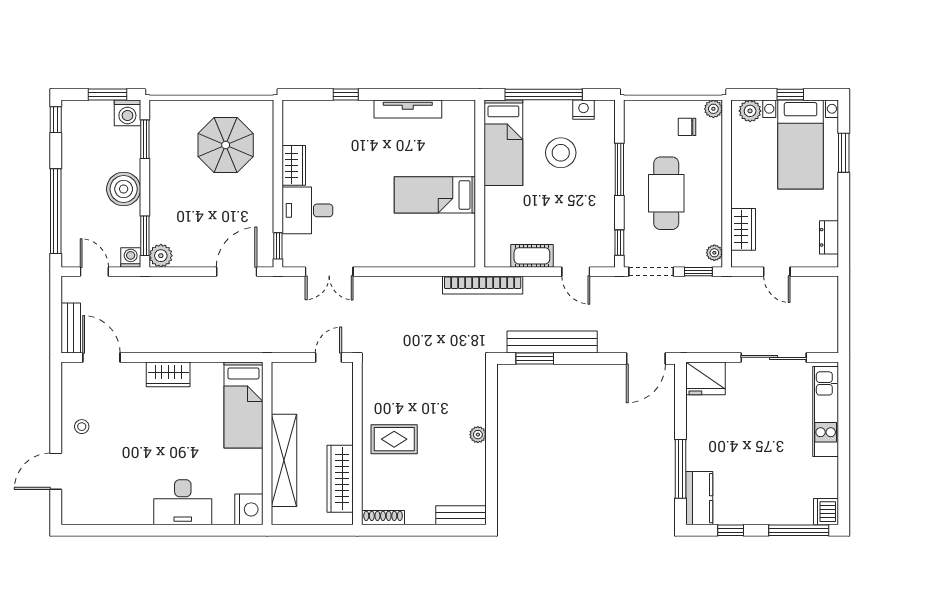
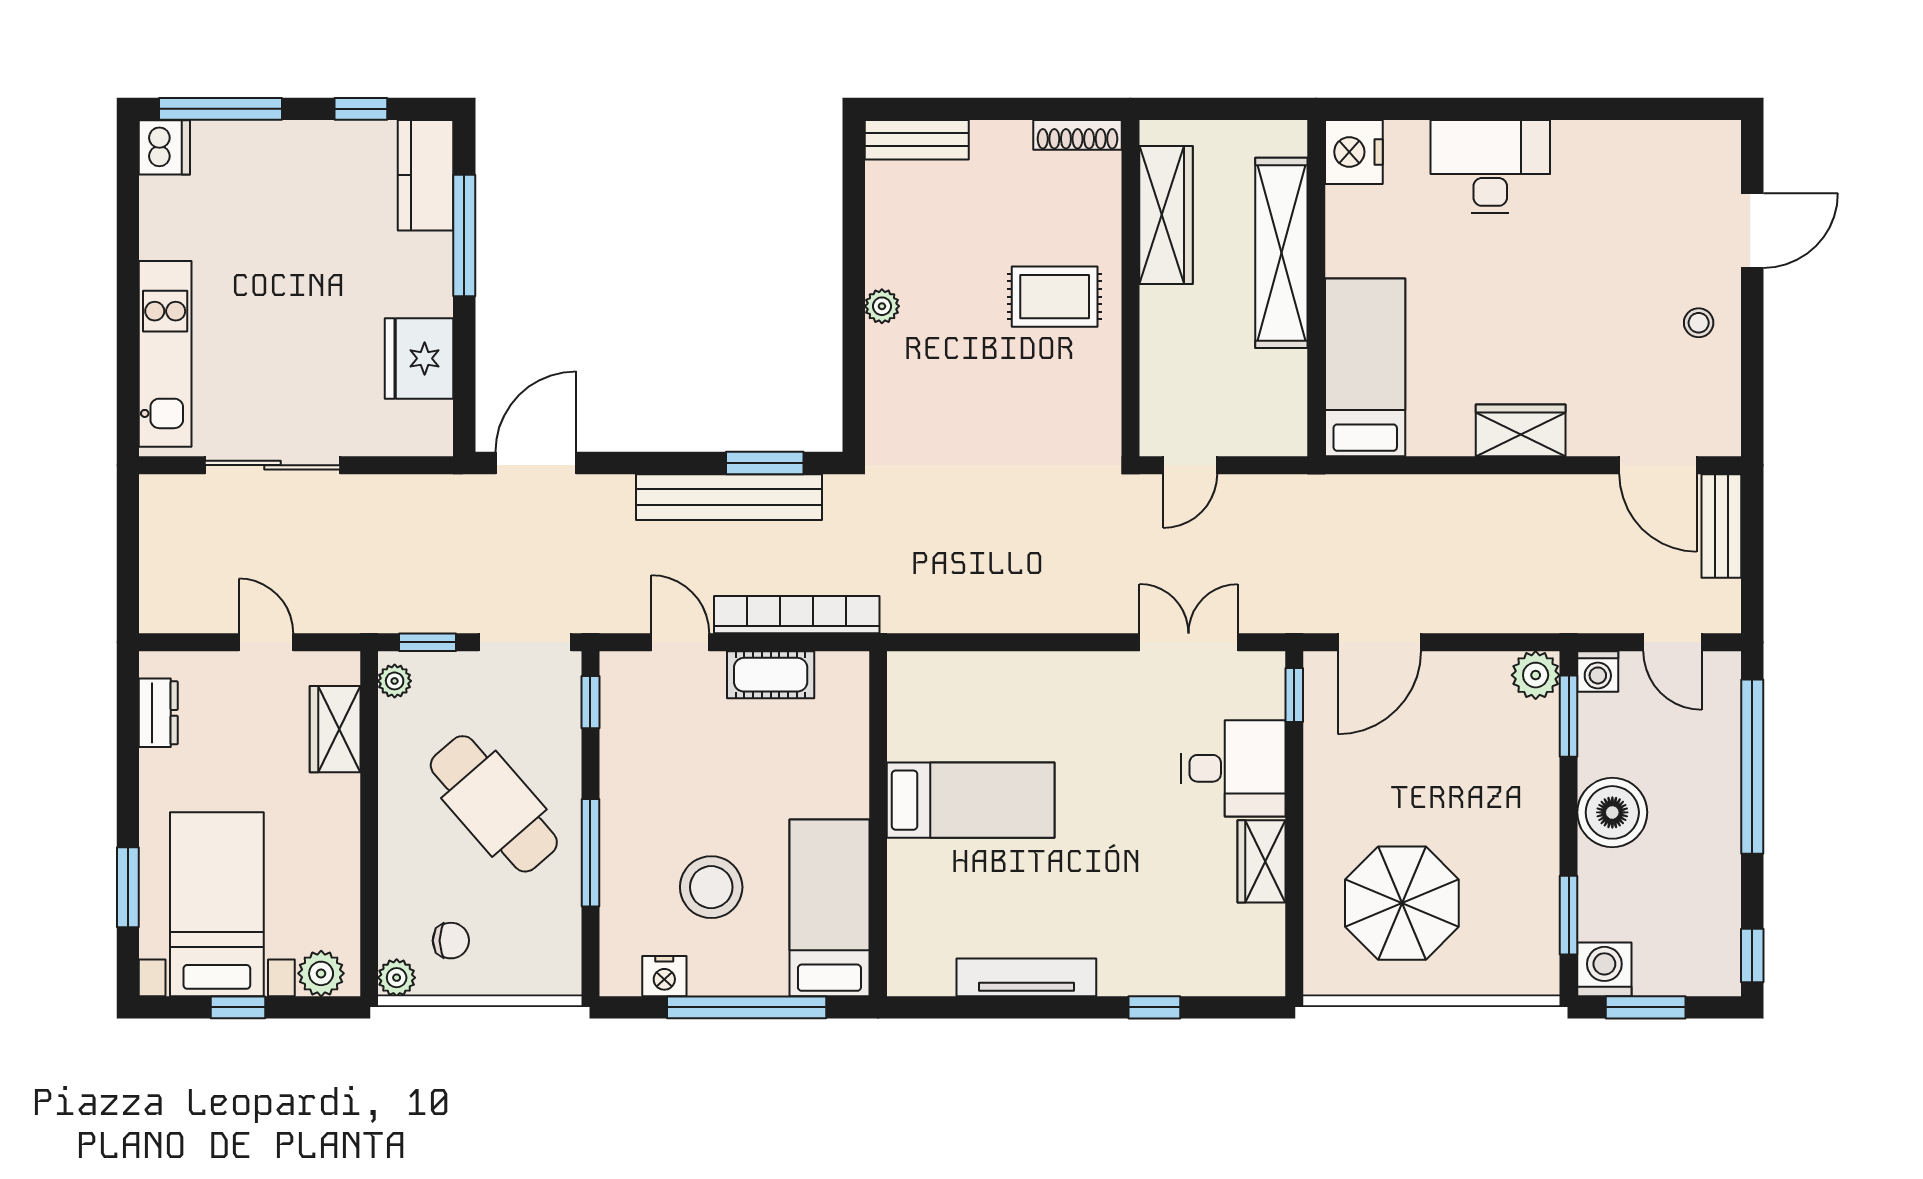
cafe table: (666, 193) -> (494, 804), turned -41
bookcase: (483, 285) -> (797, 615), moved
fridge: (705, 378) -> (419, 358), moved, turned -90

